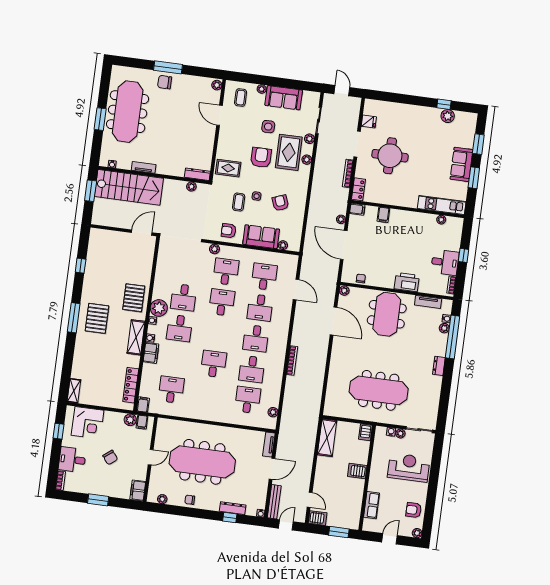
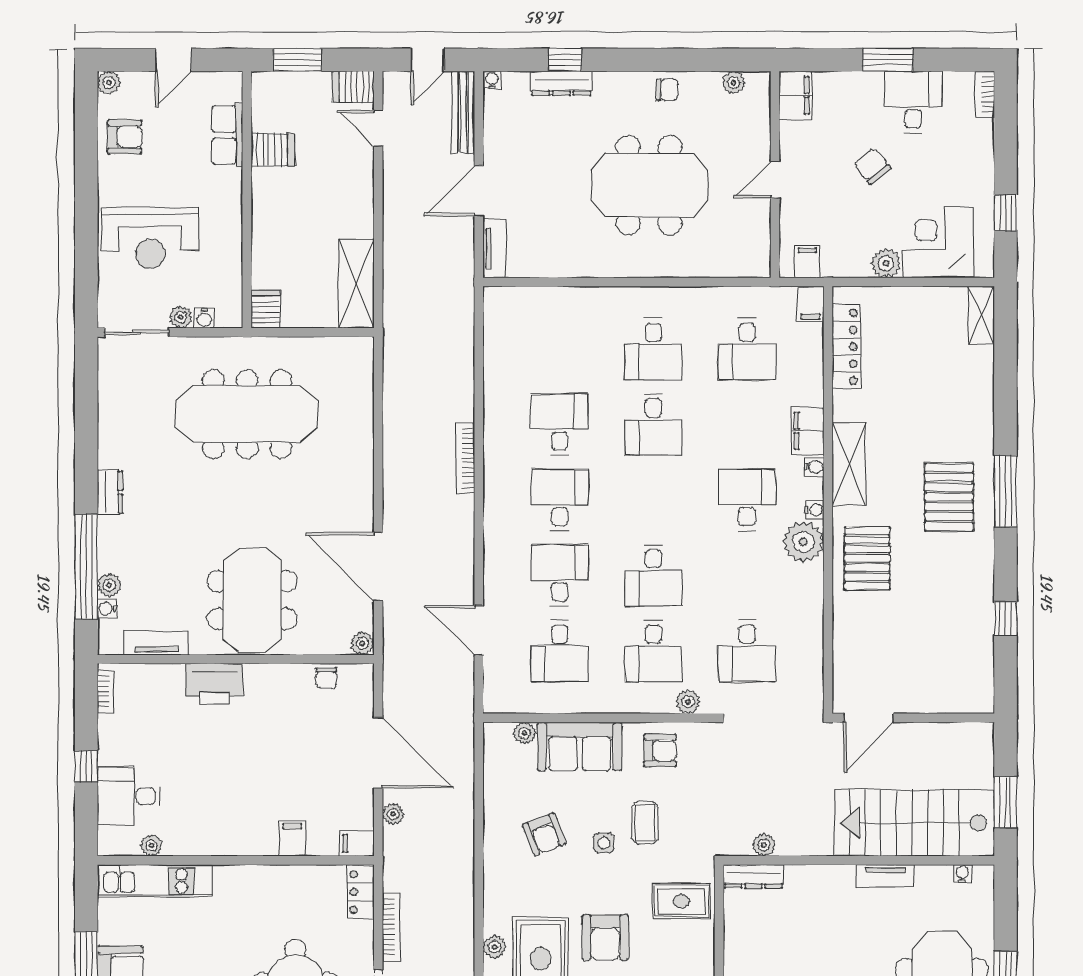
desk: (445, 262) -> (129, 796), moved
desk: (184, 297) -> (747, 651), moved, turned 180
desk: (248, 400) -> (653, 349), moved
plant: (273, 412) -> (495, 327), removed
plant: (130, 420) -> (886, 263), moved
desk: (72, 460) -> (913, 102), moved, turned -90
meeting table: (202, 462) -> (649, 185), width x0.73
server rack: (357, 471) -> (273, 150), moved

